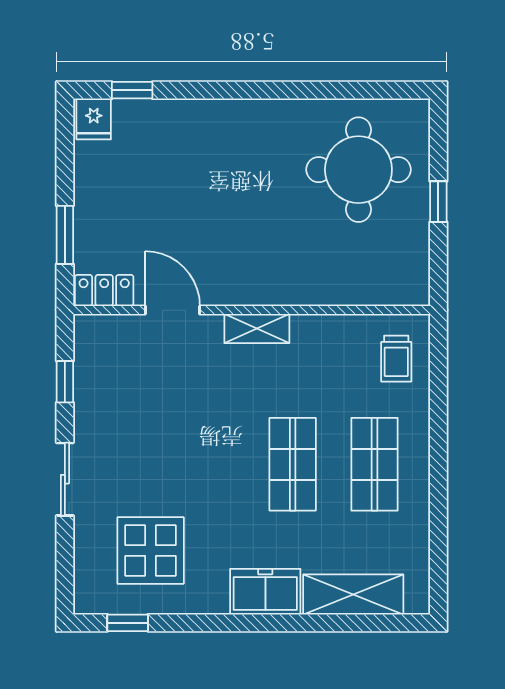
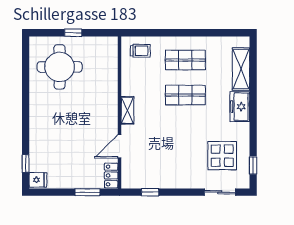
sliding door: (65, 479) -> (220, 192), moved

